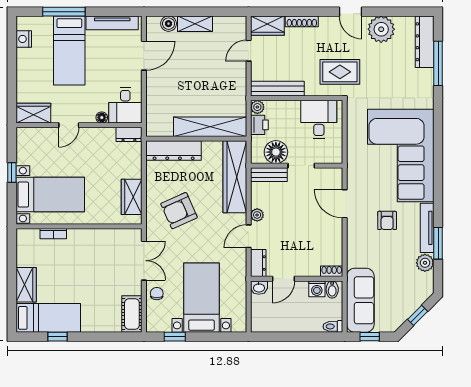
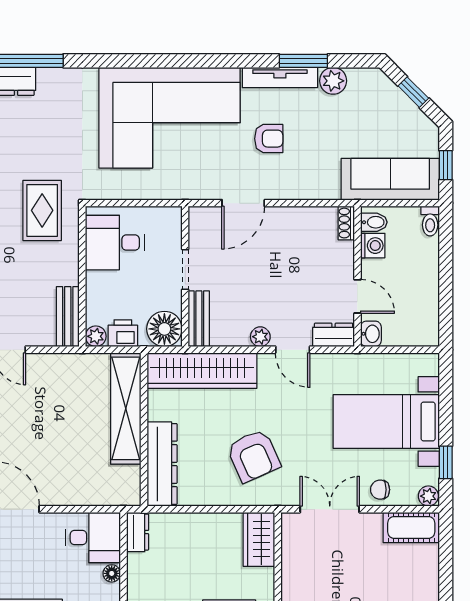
bench: (277, 89) -> (68, 317), width x0.73
floor lamp: (276, 152) -> (164, 329), moved
wardrobe: (132, 197) -> (259, 539), moved, turned 90
plant: (153, 325) -> (428, 496), added

